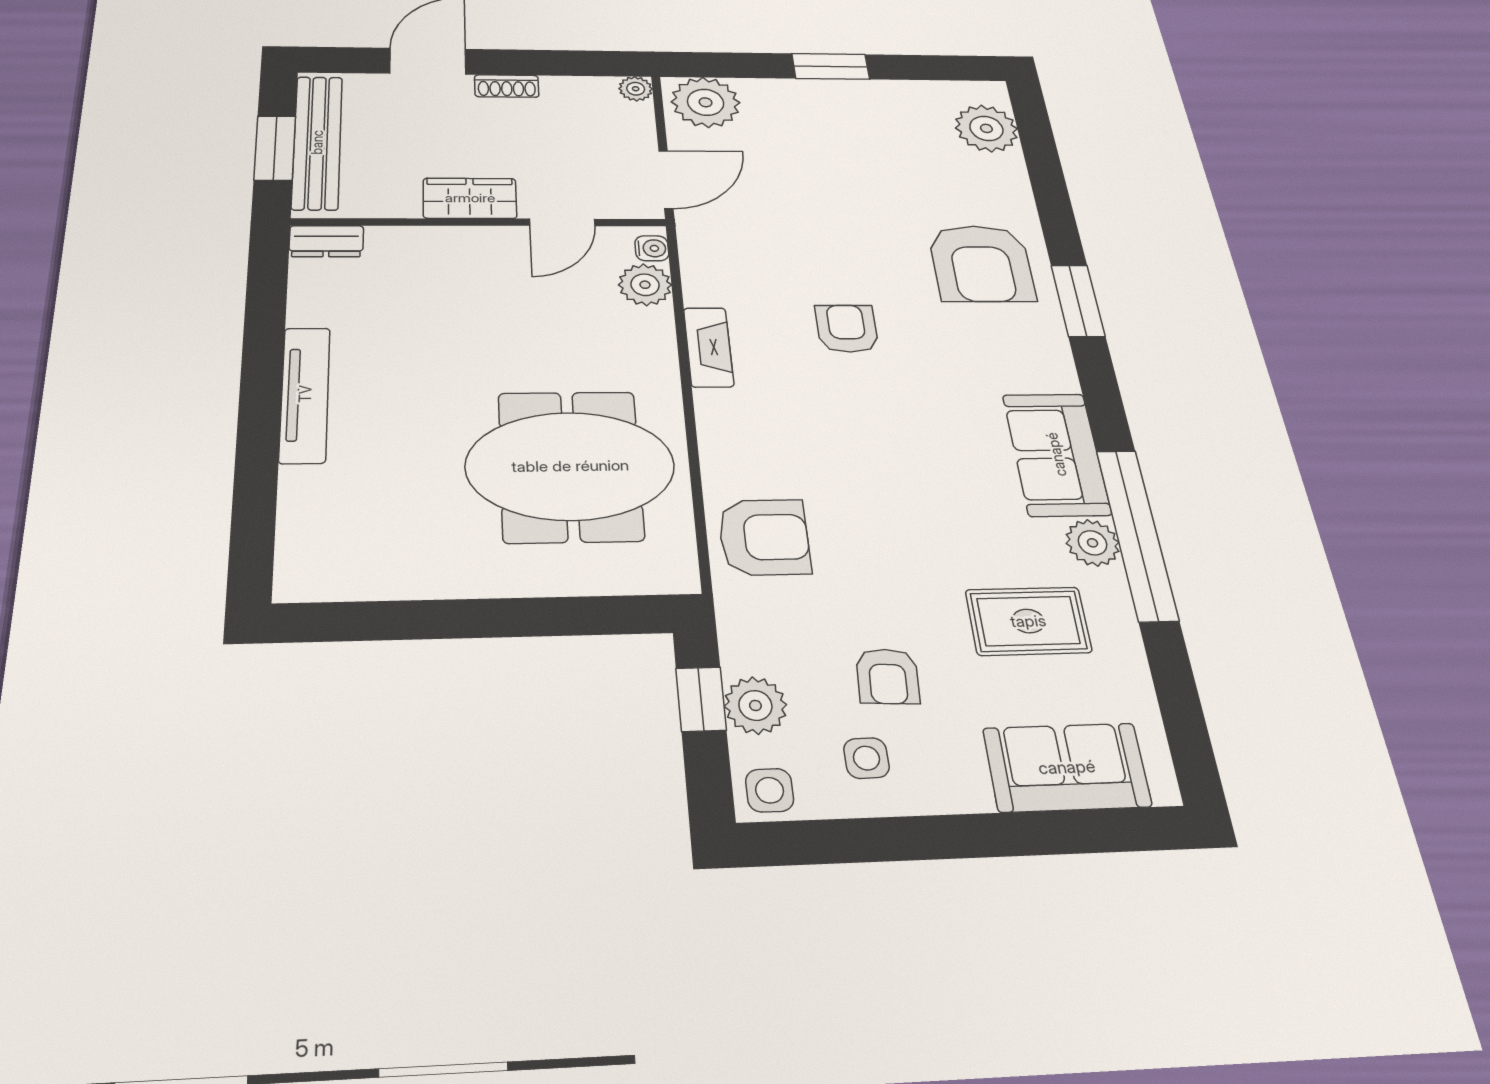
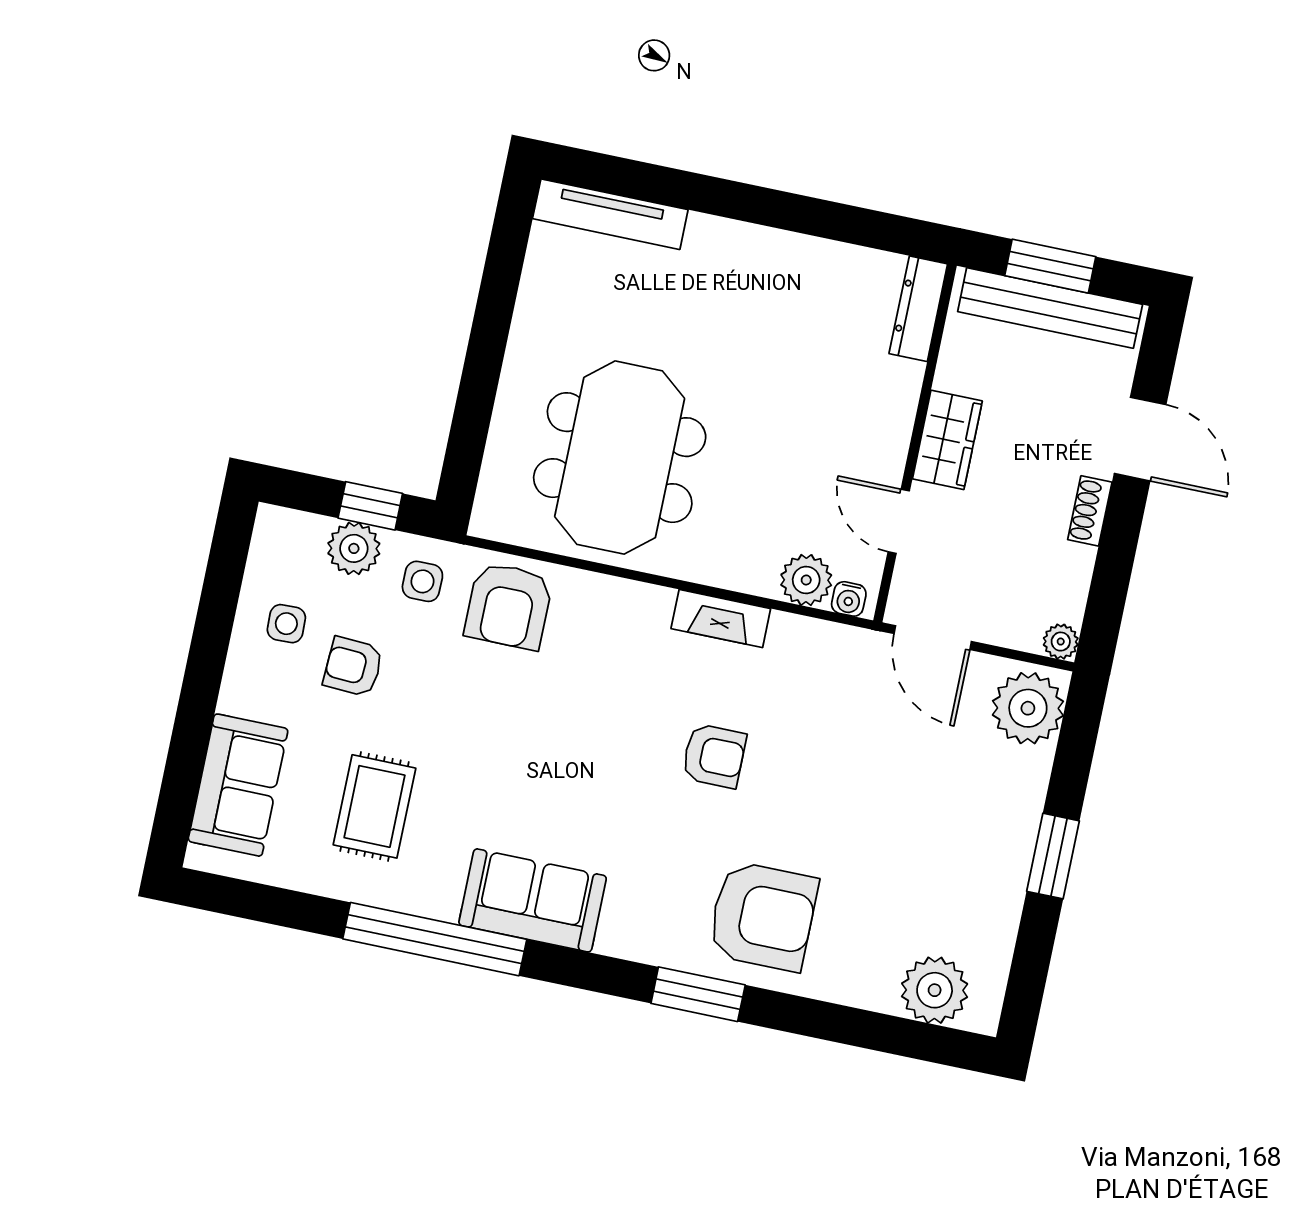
dresser: (326, 241) -> (918, 309), width x1.44
armchair: (981, 263) -> (763, 916), turned 180
tv unit: (305, 394) -> (610, 214), moved
plant: (1093, 543) -> (436, 895), removed
side table: (770, 790) -> (422, 581), moved

